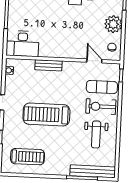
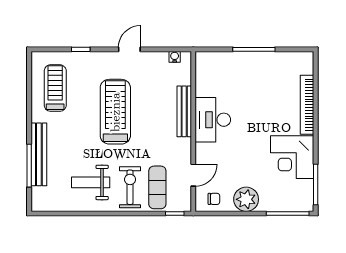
desk: (23, 44) -> (213, 120), moved
bench: (48, 65) -> (184, 111), width x1.36
treadmill: (28, 157) -> (55, 88), turned 180
bench: (93, 171) -> (39, 154), moved

